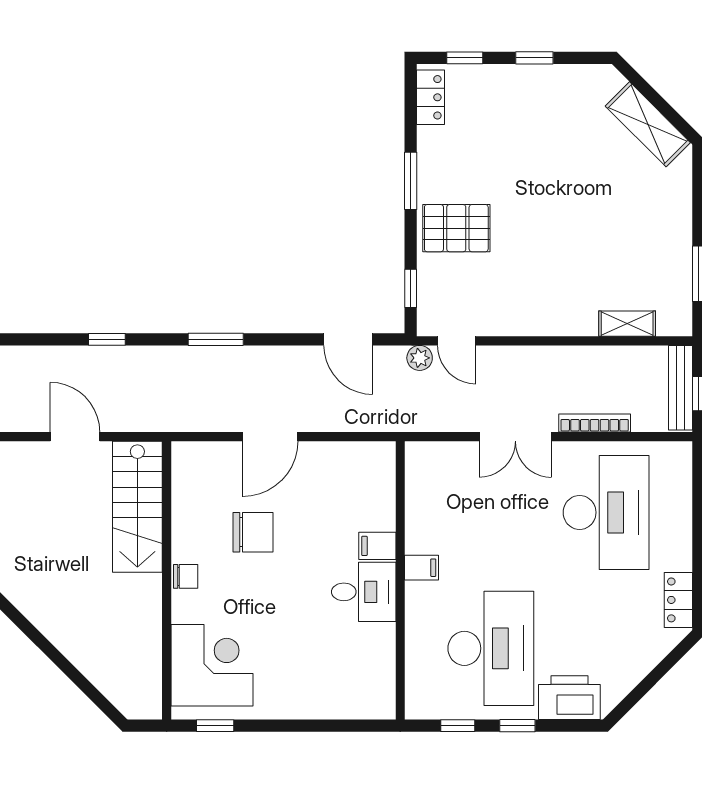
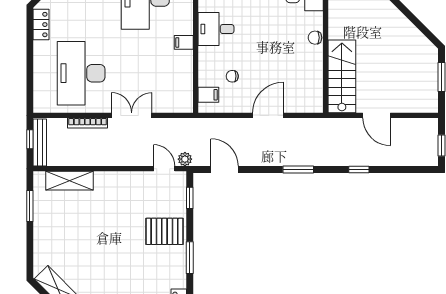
shelving: (627, 324) -> (69, 181), width x1.50, depth x1.33
chair: (253, 532) -> (232, 76), moved, width x0.54, depth x0.54
filing cabinet: (377, 546) -> (208, 95), moved

